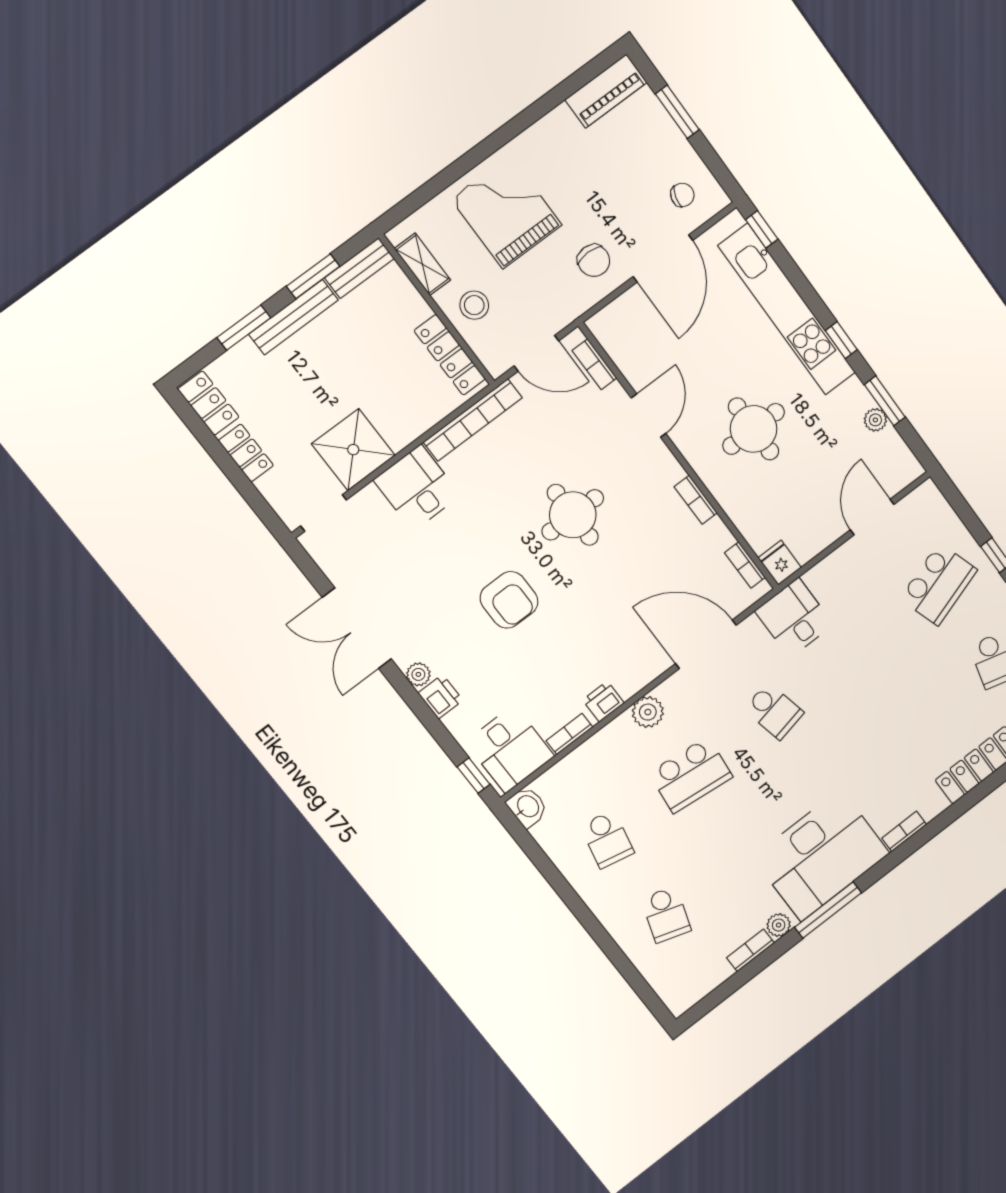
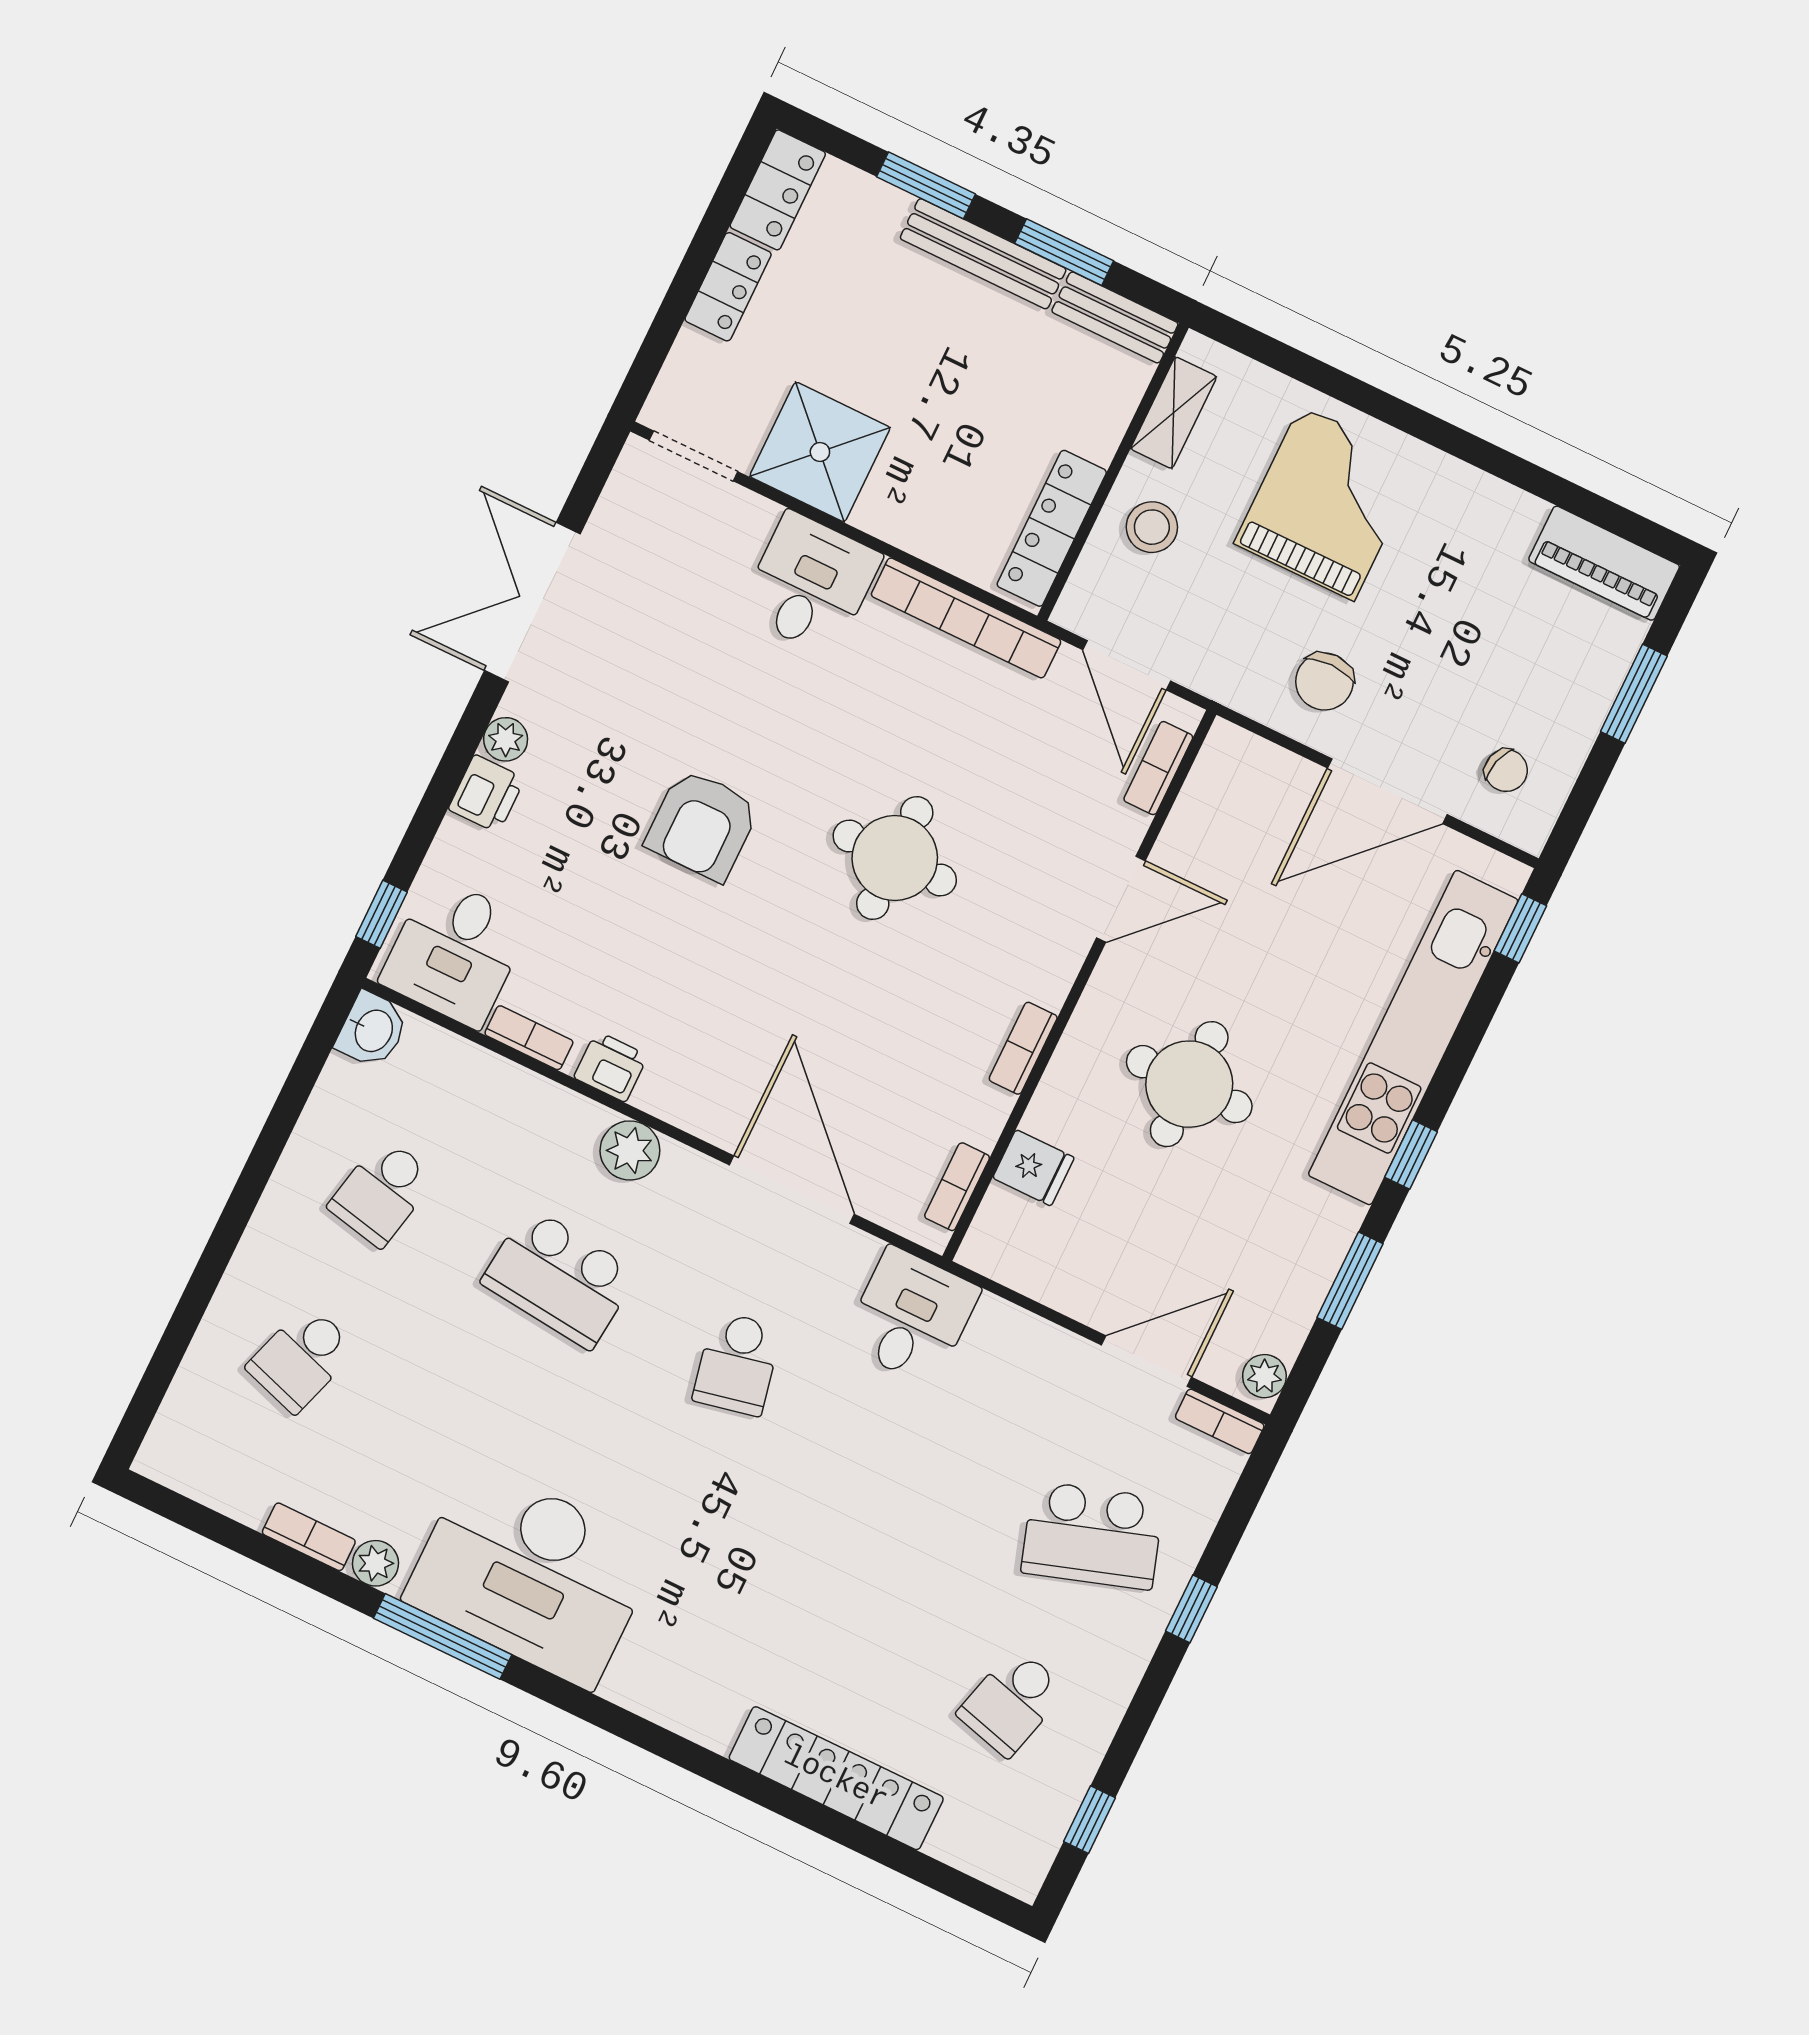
plant: (875, 420) -> (1264, 1376), moved
fridge: (780, 563) -> (1033, 1168), moved, turned 90
bookcase: (904, 831) -> (1220, 1421), moved, turned 180

